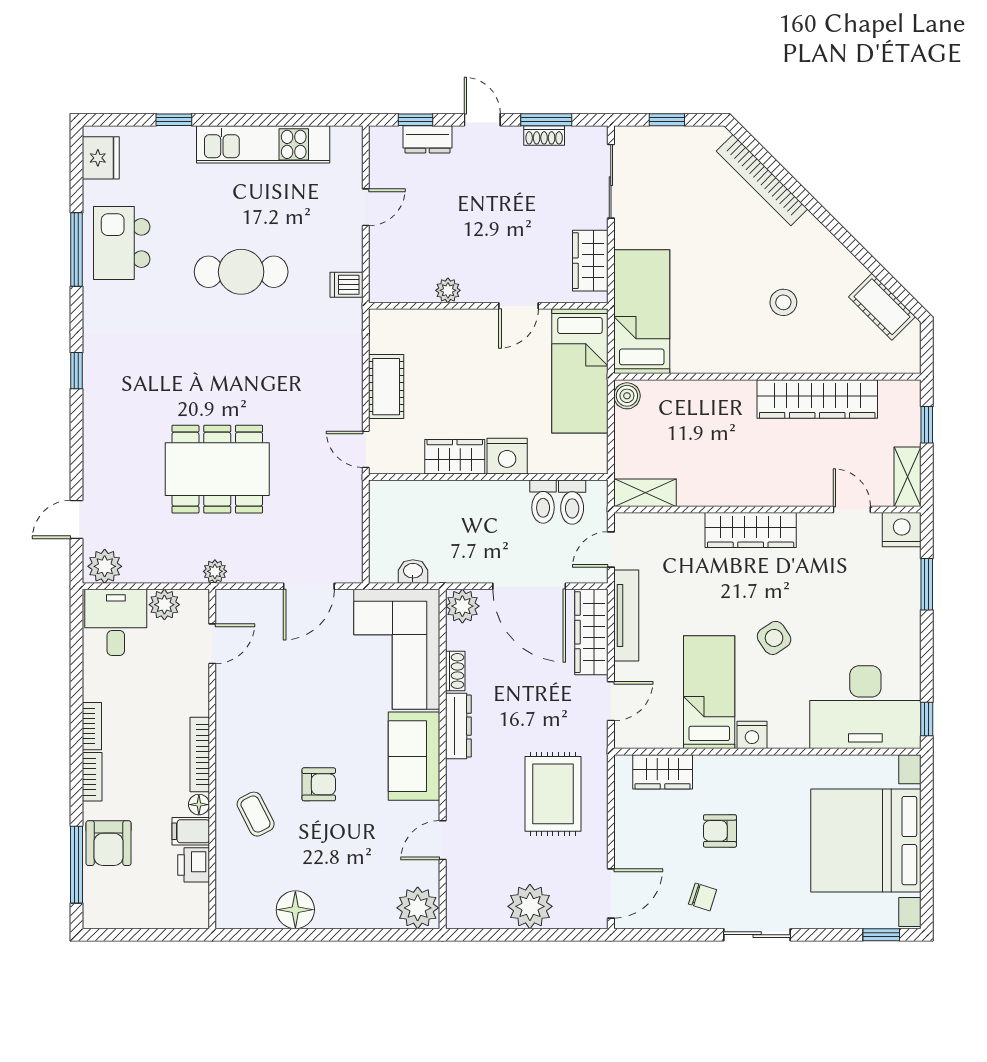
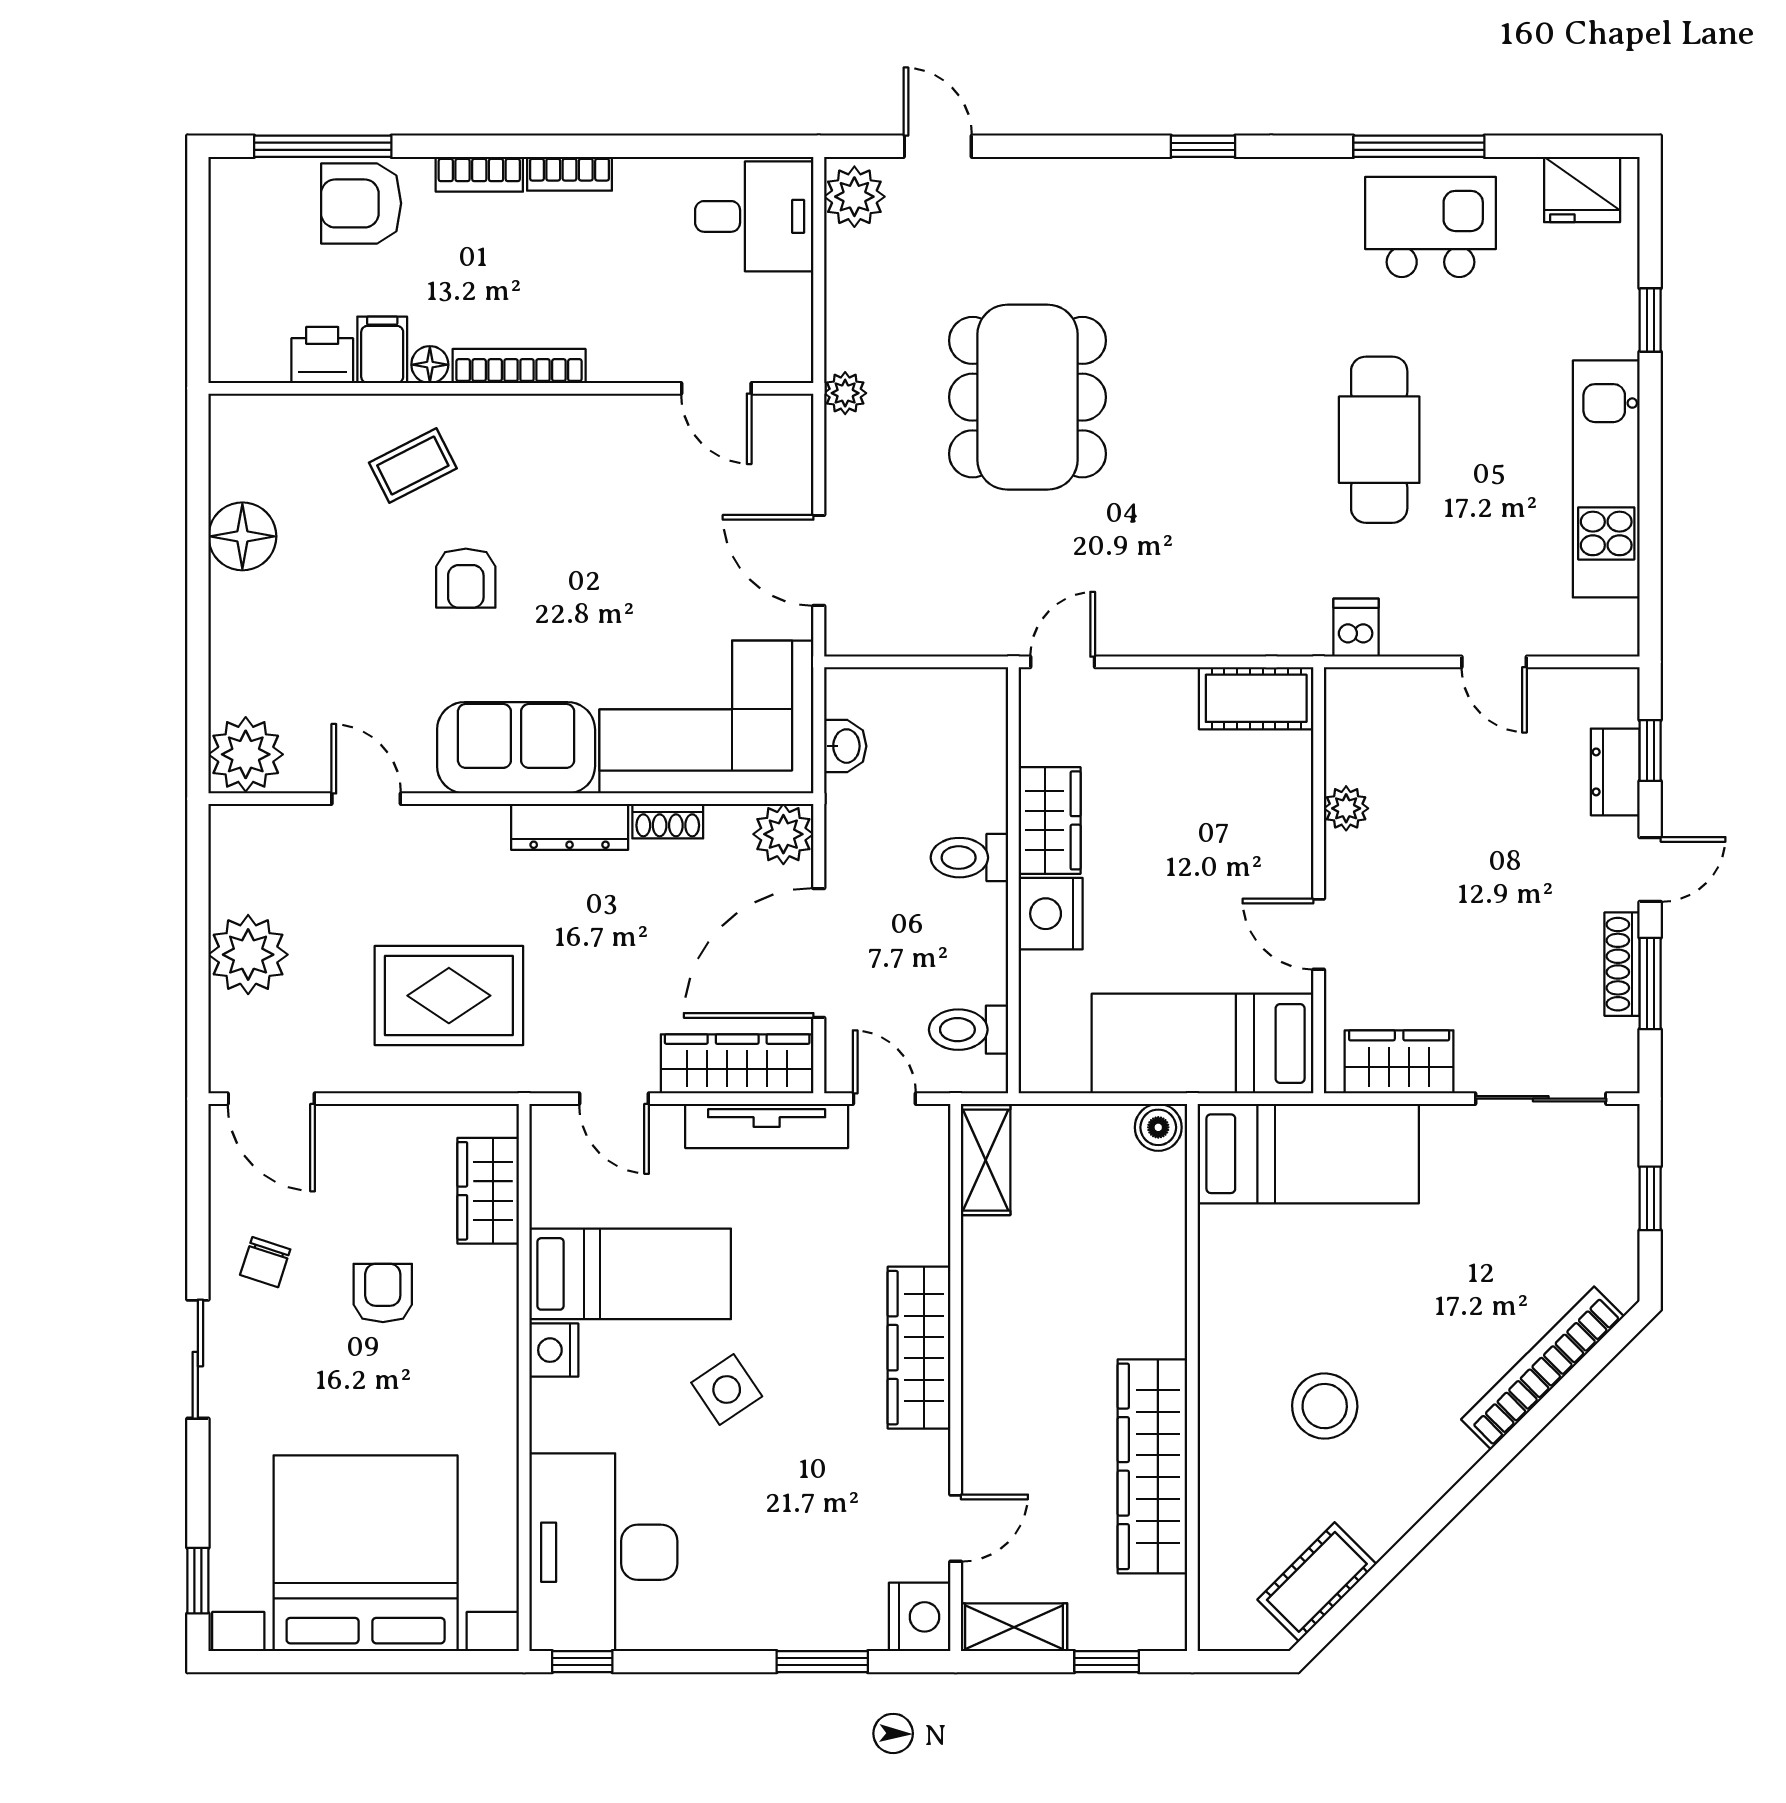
shoe rack: (544, 136) -> (1622, 964), width x1.43
stool: (783, 302) -> (1325, 1406), width x1.38, depth x1.38
cot: (386, 387) -> (1256, 698), moved
toilet: (543, 502) -> (969, 858), moved
plant: (164, 605) -> (786, 303), removed

